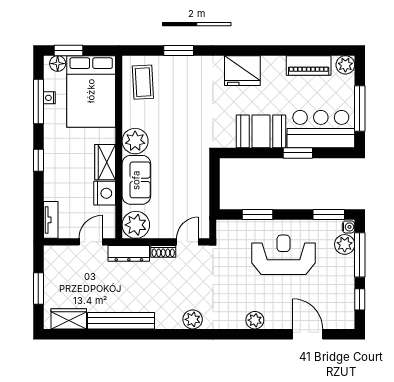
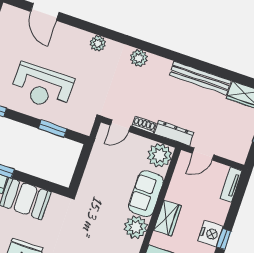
nightstand: (105, 193) -> (210, 234), moved, turned 180
plant: (255, 320) -> (98, 43), moved

